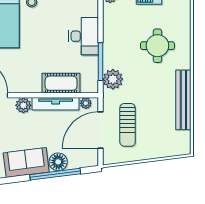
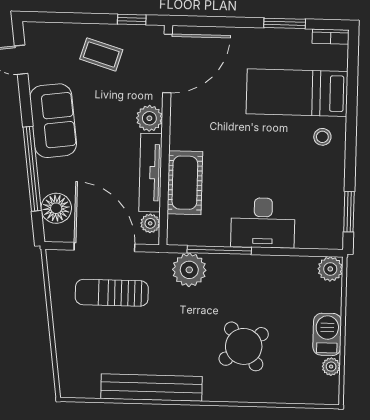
round table: (157, 46) -> (244, 346), turned -36
floor lamp: (58, 162) -> (56, 208), moved

